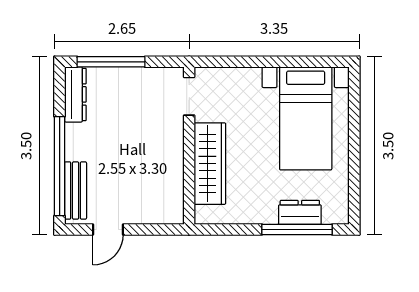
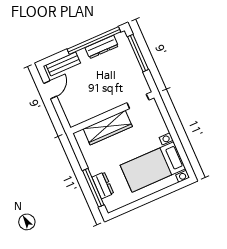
dresser: (75, 94) -> (102, 47), moved
window: (60, 166) -> (94, 41), moved
door: (108, 230) -> (50, 90), swing flipped

